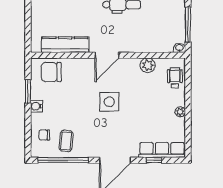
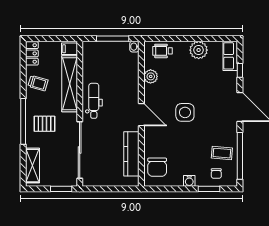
window: (28, 91) -> (209, 189), moved
plant: (180, 112) -> (199, 50), width x1.87, depth x1.87
row of seats: (162, 150) -> (230, 56), width x0.68

